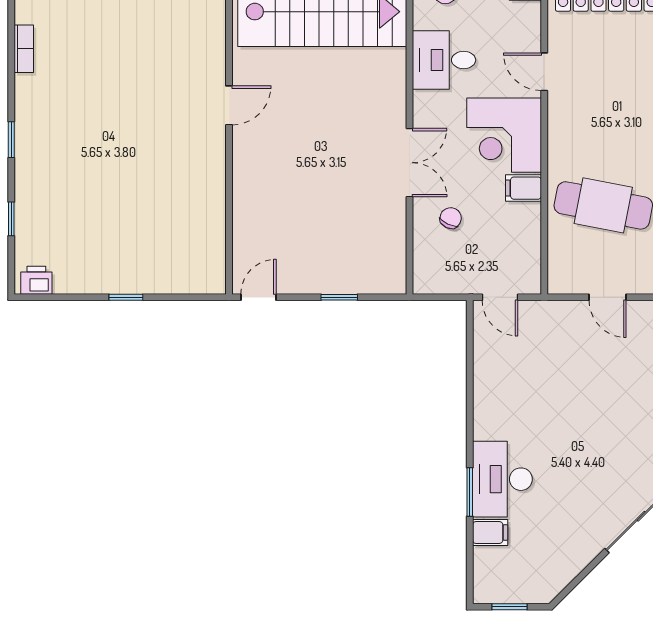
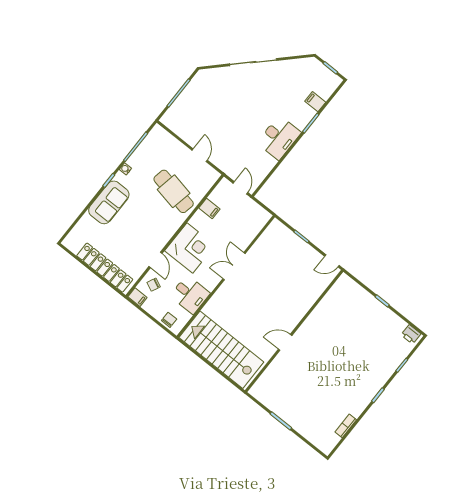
filing cabinet: (523, 188) -> (209, 208), moved
chair: (451, 218) -> (154, 285), moved
desk: (502, 479) -> (279, 138), moved

